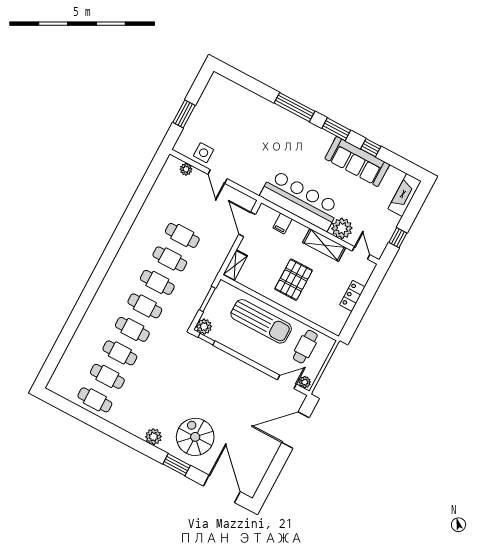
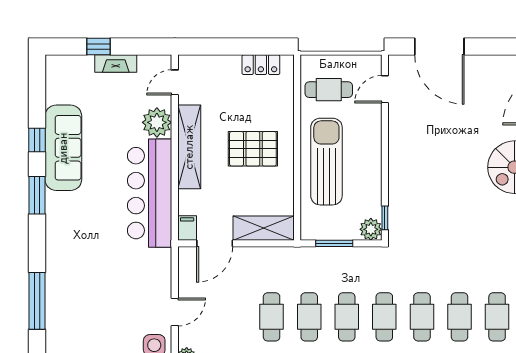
window: (295, 107) -> (37, 301), moved
fireplace: (405, 195) -> (116, 64), moved, width x0.73, depth x0.76
filing cabinet: (283, 223) -> (187, 228), moved, turned -90
window: (398, 238) -> (99, 46), moved
shelving: (324, 245) -> (189, 147), width x1.47
shelving: (235, 265) -> (264, 228), width x1.50, depth x1.33
locker: (352, 296) -> (261, 65), moved
door: (287, 382) -> (385, 89), hinge flipped
plant: (305, 382) -> (373, 67), removed

